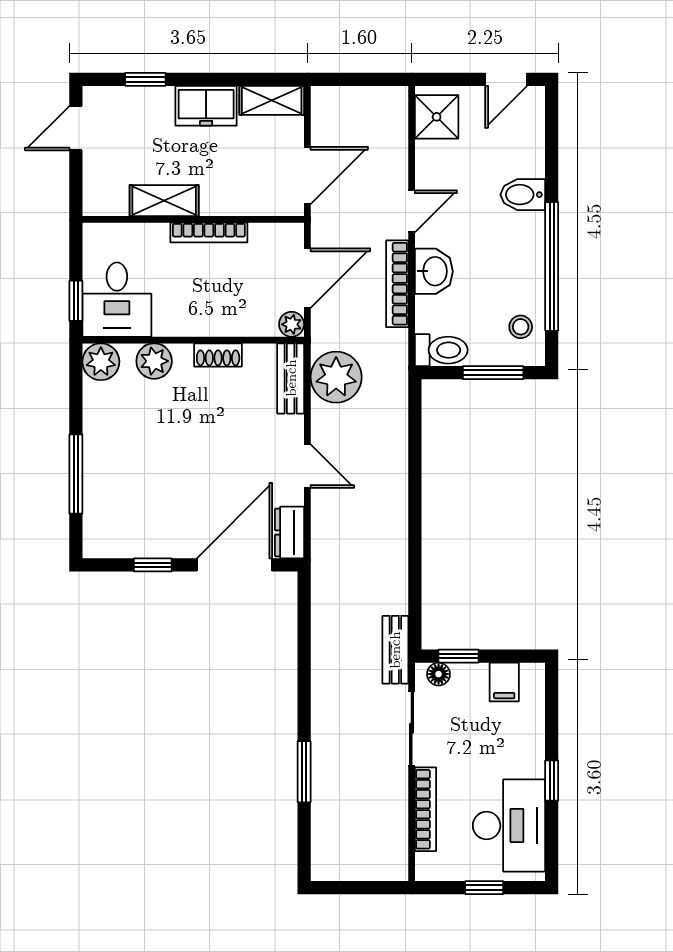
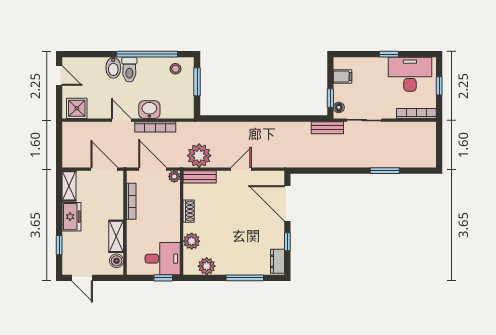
boiler: (112, 202) -> (117, 261), added
bookcase: (209, 233) -> (131, 201), moved
toilet: (441, 350) -> (129, 70), moved, turned 180
plant: (101, 362) -> (207, 266), moved
dresser: (289, 533) -> (278, 261), moved, turned 90
bookcase: (426, 809) -> (416, 113), moved

